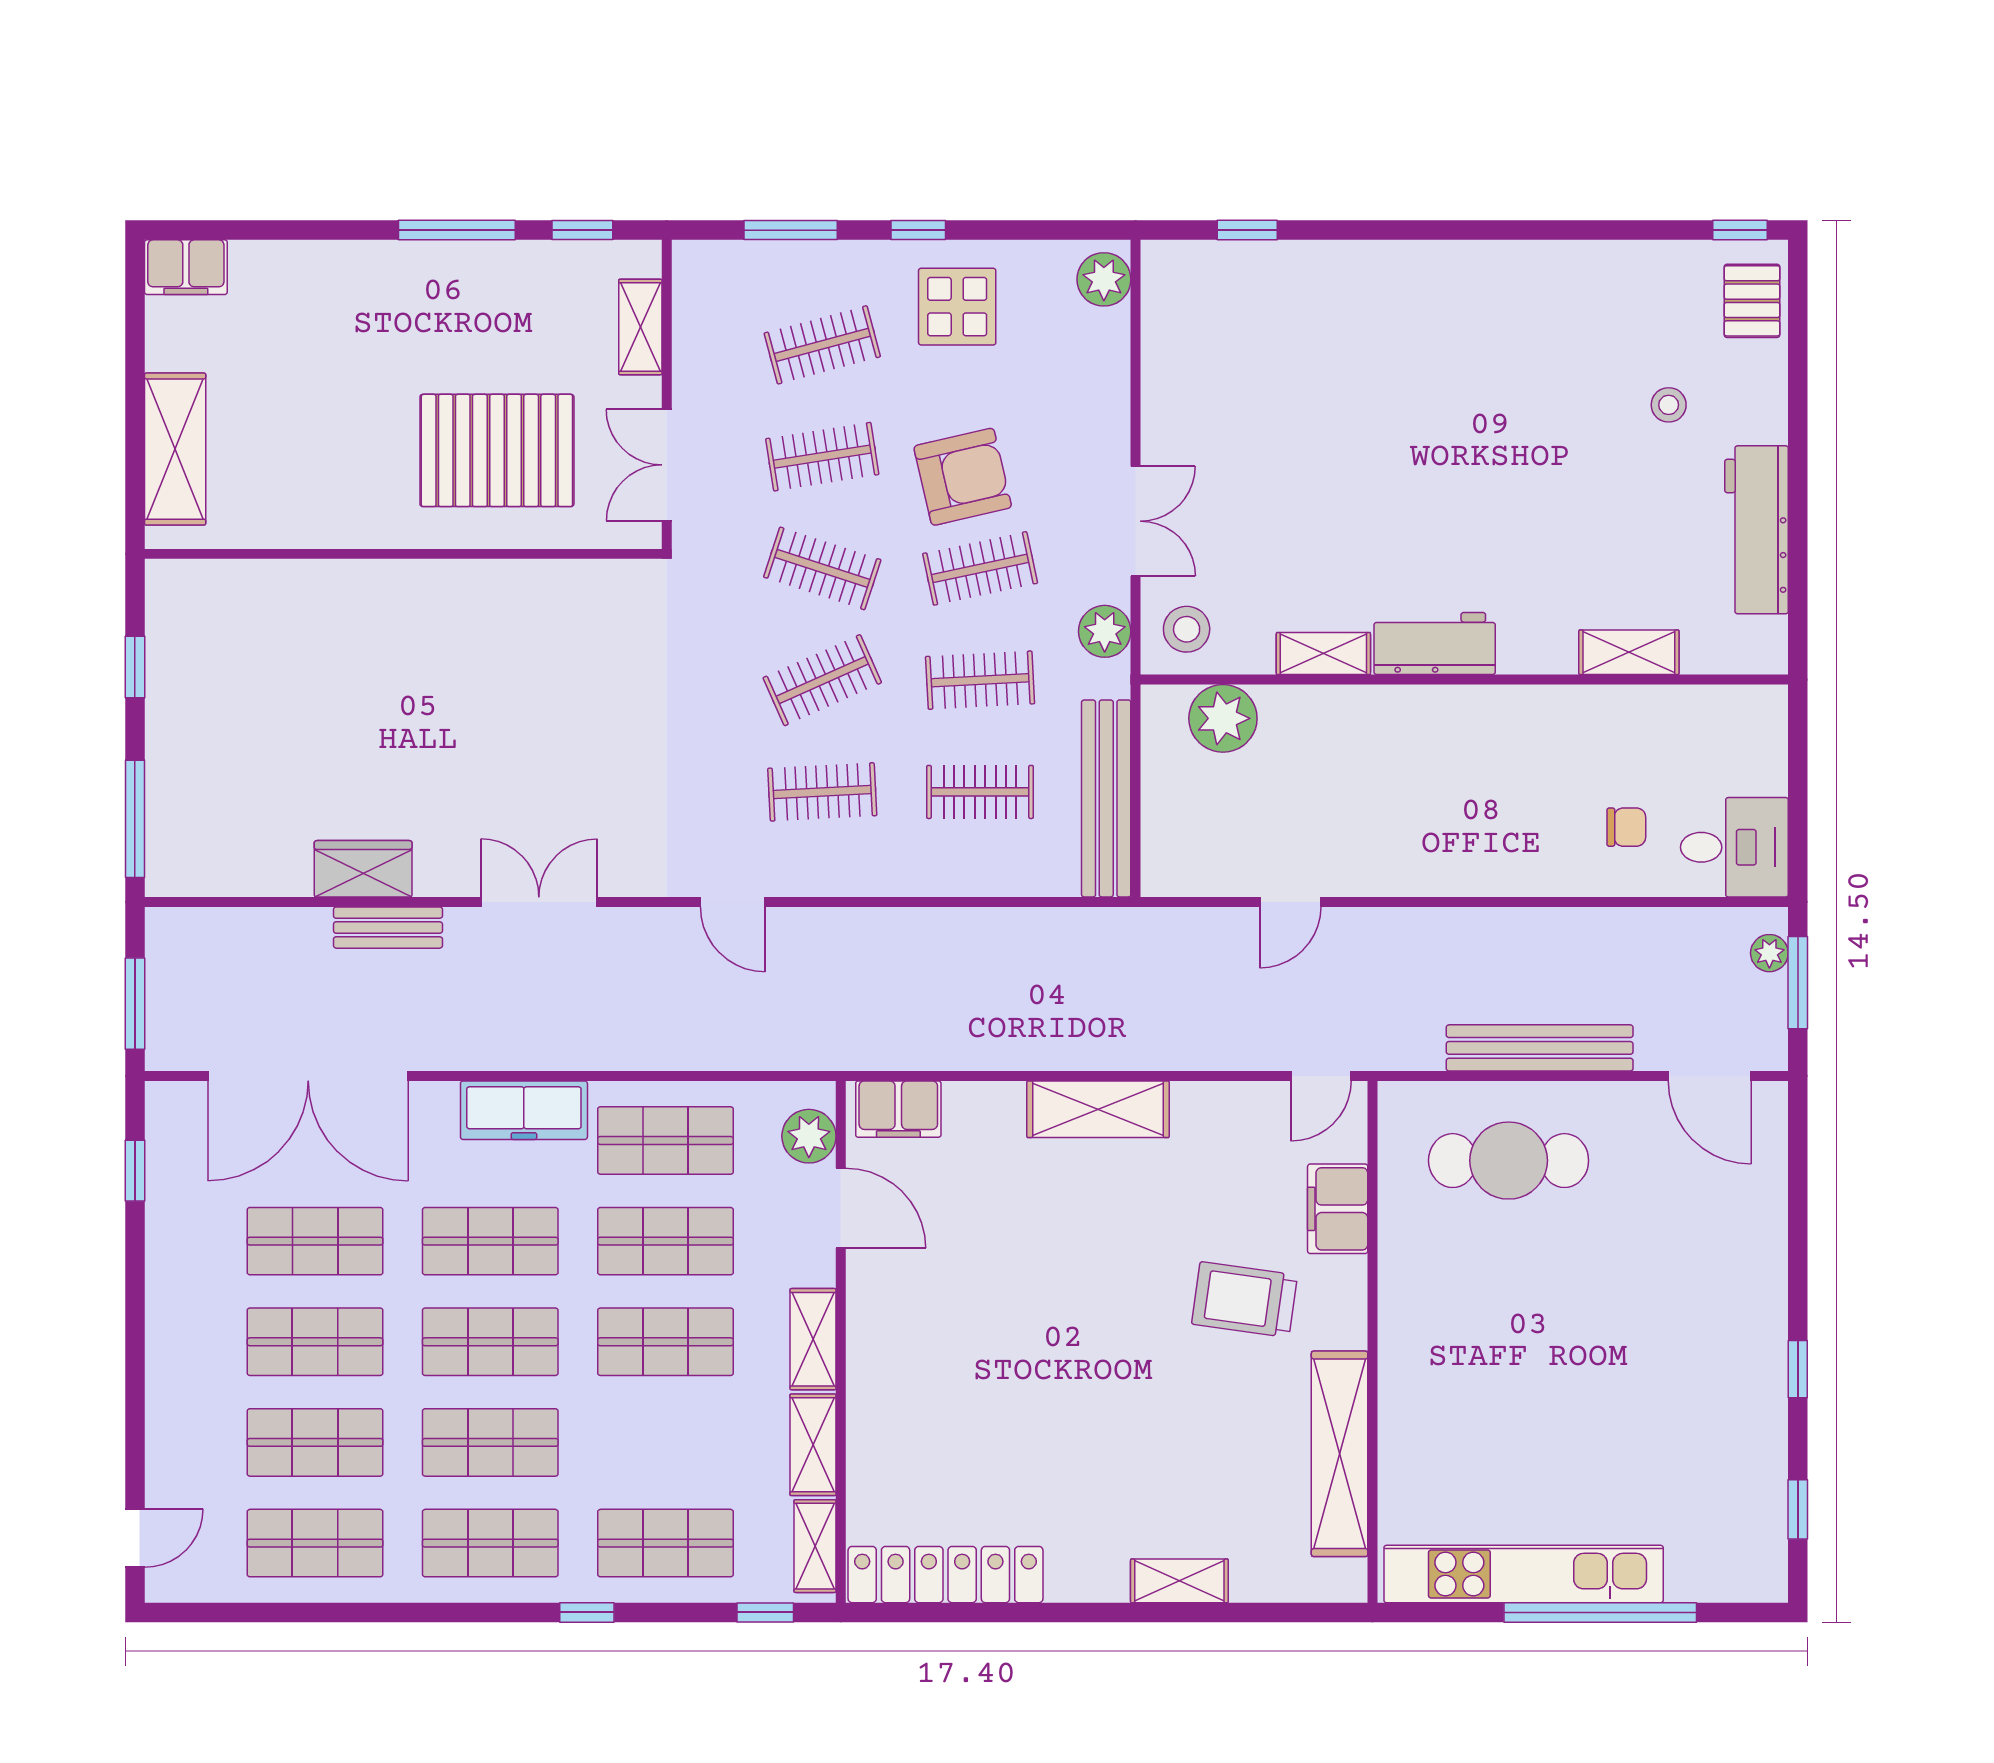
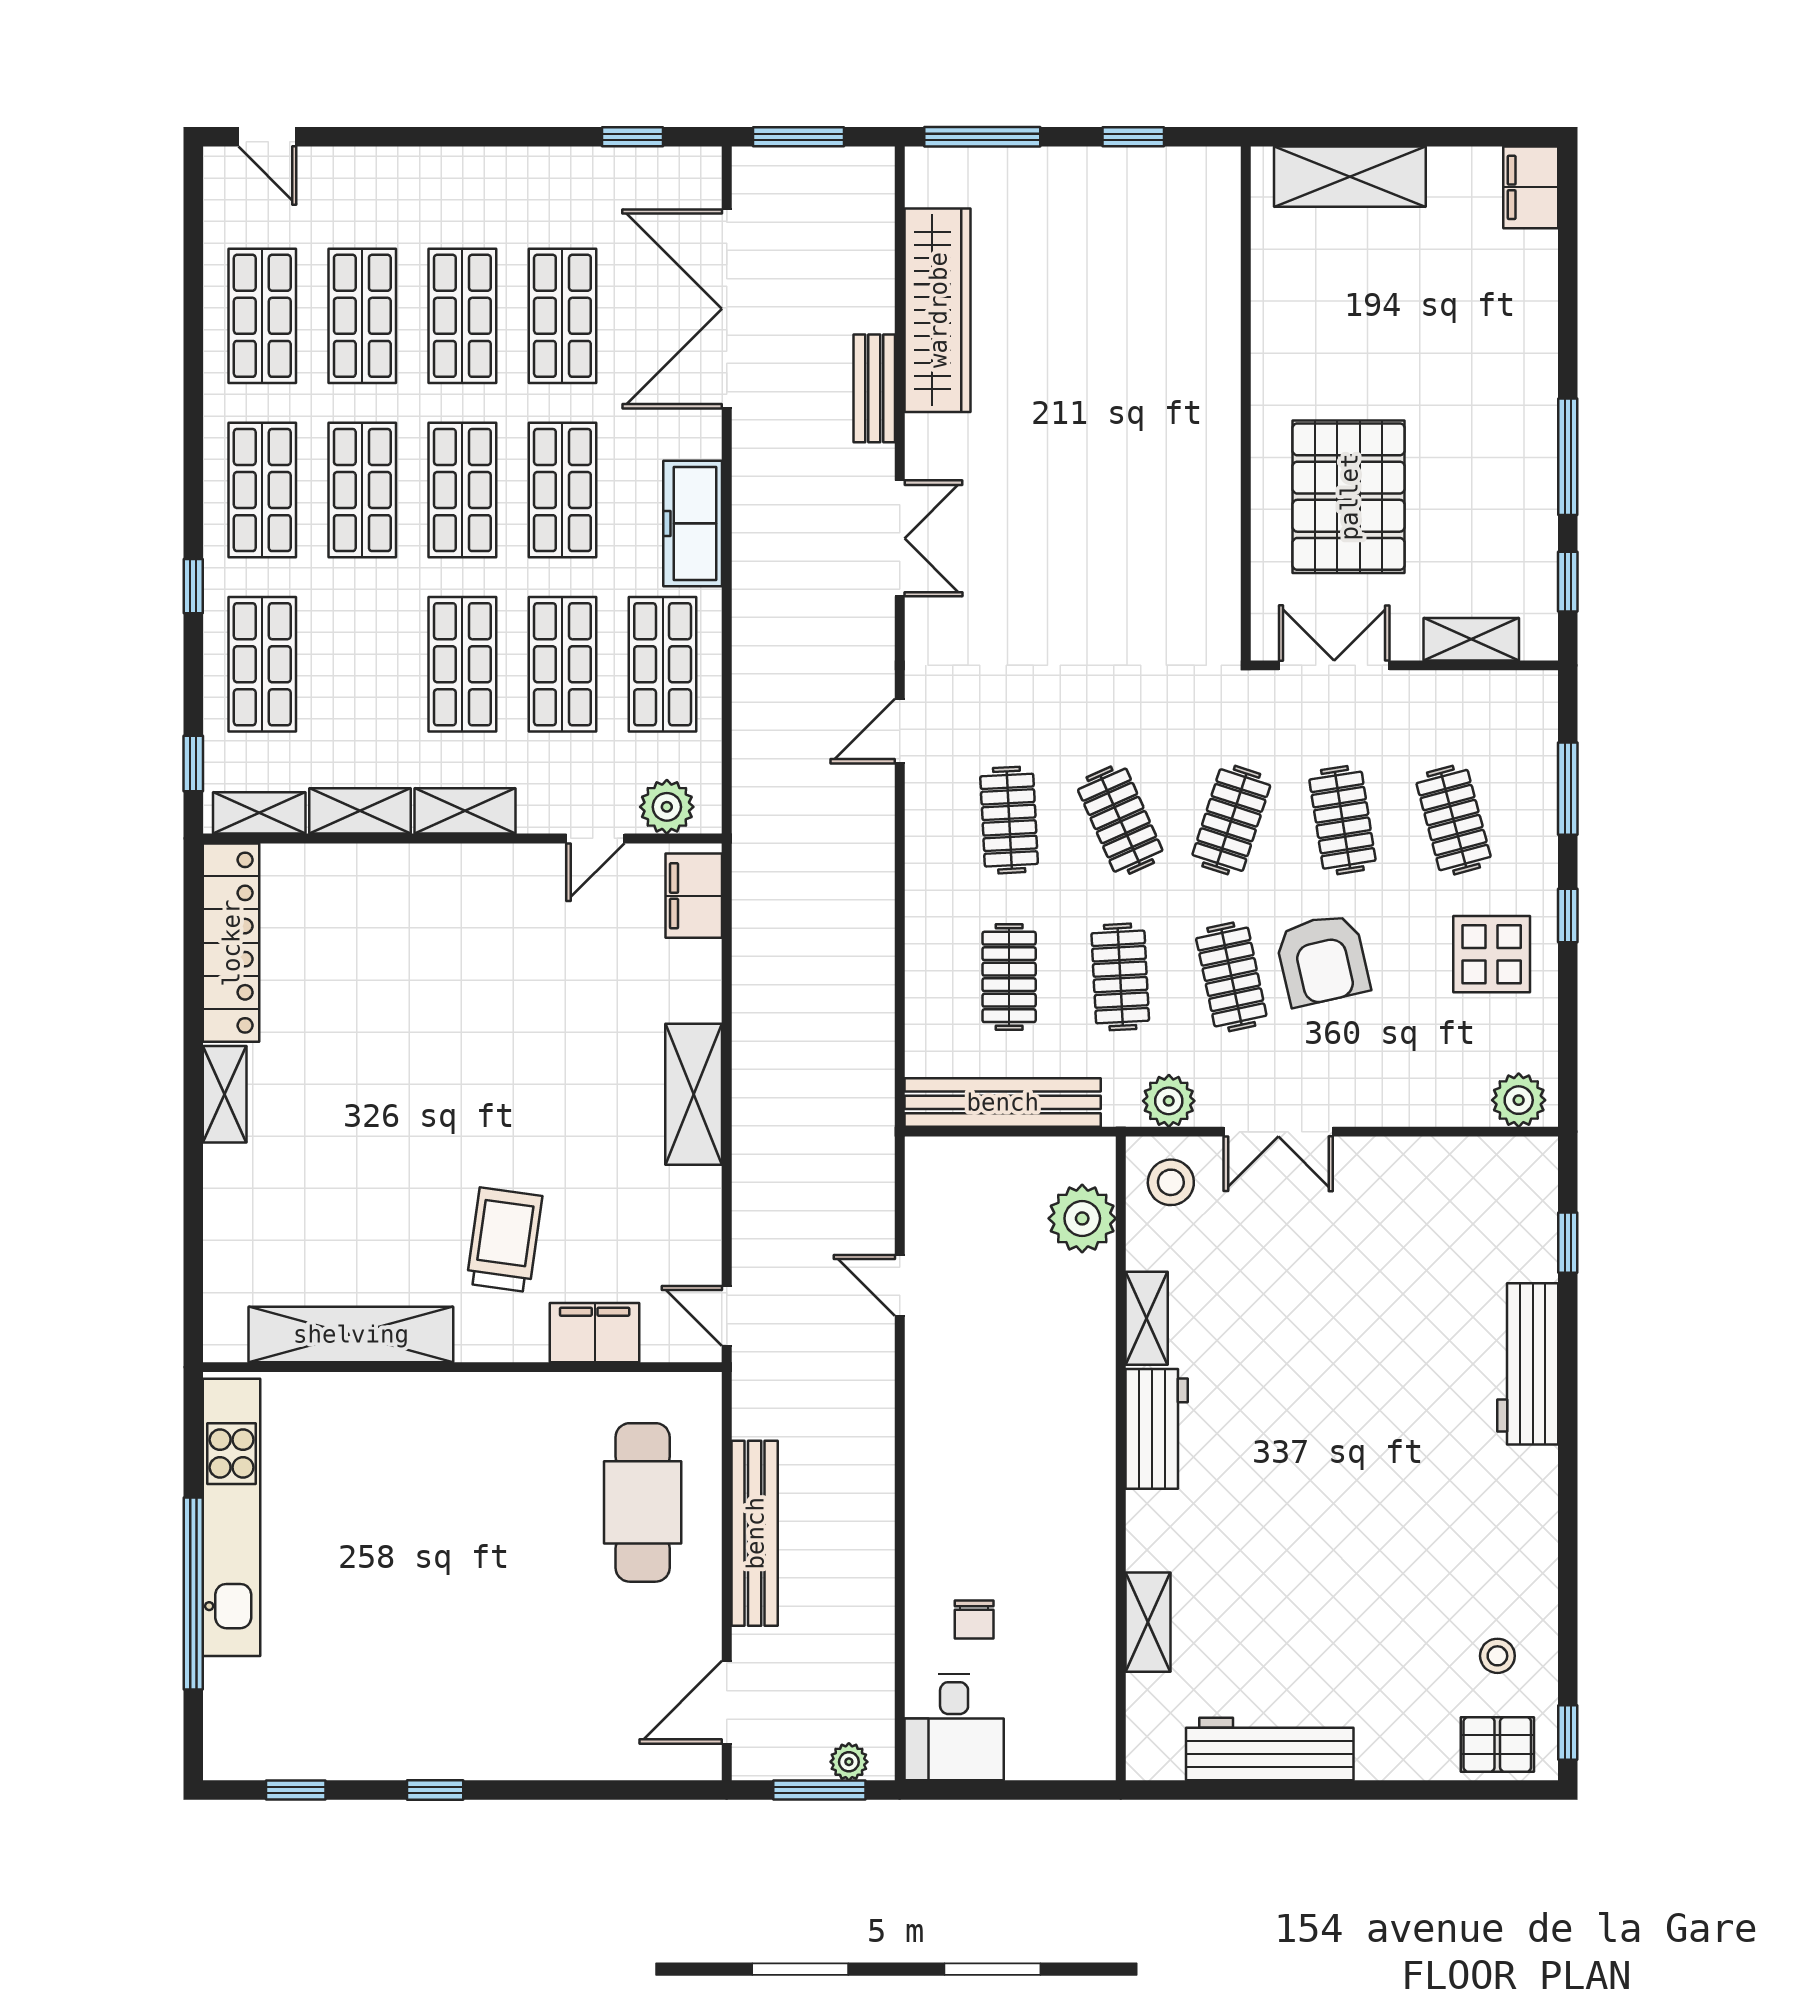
workbench: (1369, 270) -> (1528, 1364), added
stool: (1669, 405) -> (1497, 1656), moved
wardrobe: (363, 869) -> (938, 310), width x2.10, depth x1.17
door: (841, 1208) -> (595, 838), width x0.73
shelving: (1179, 1581) -> (225, 1094), moved

